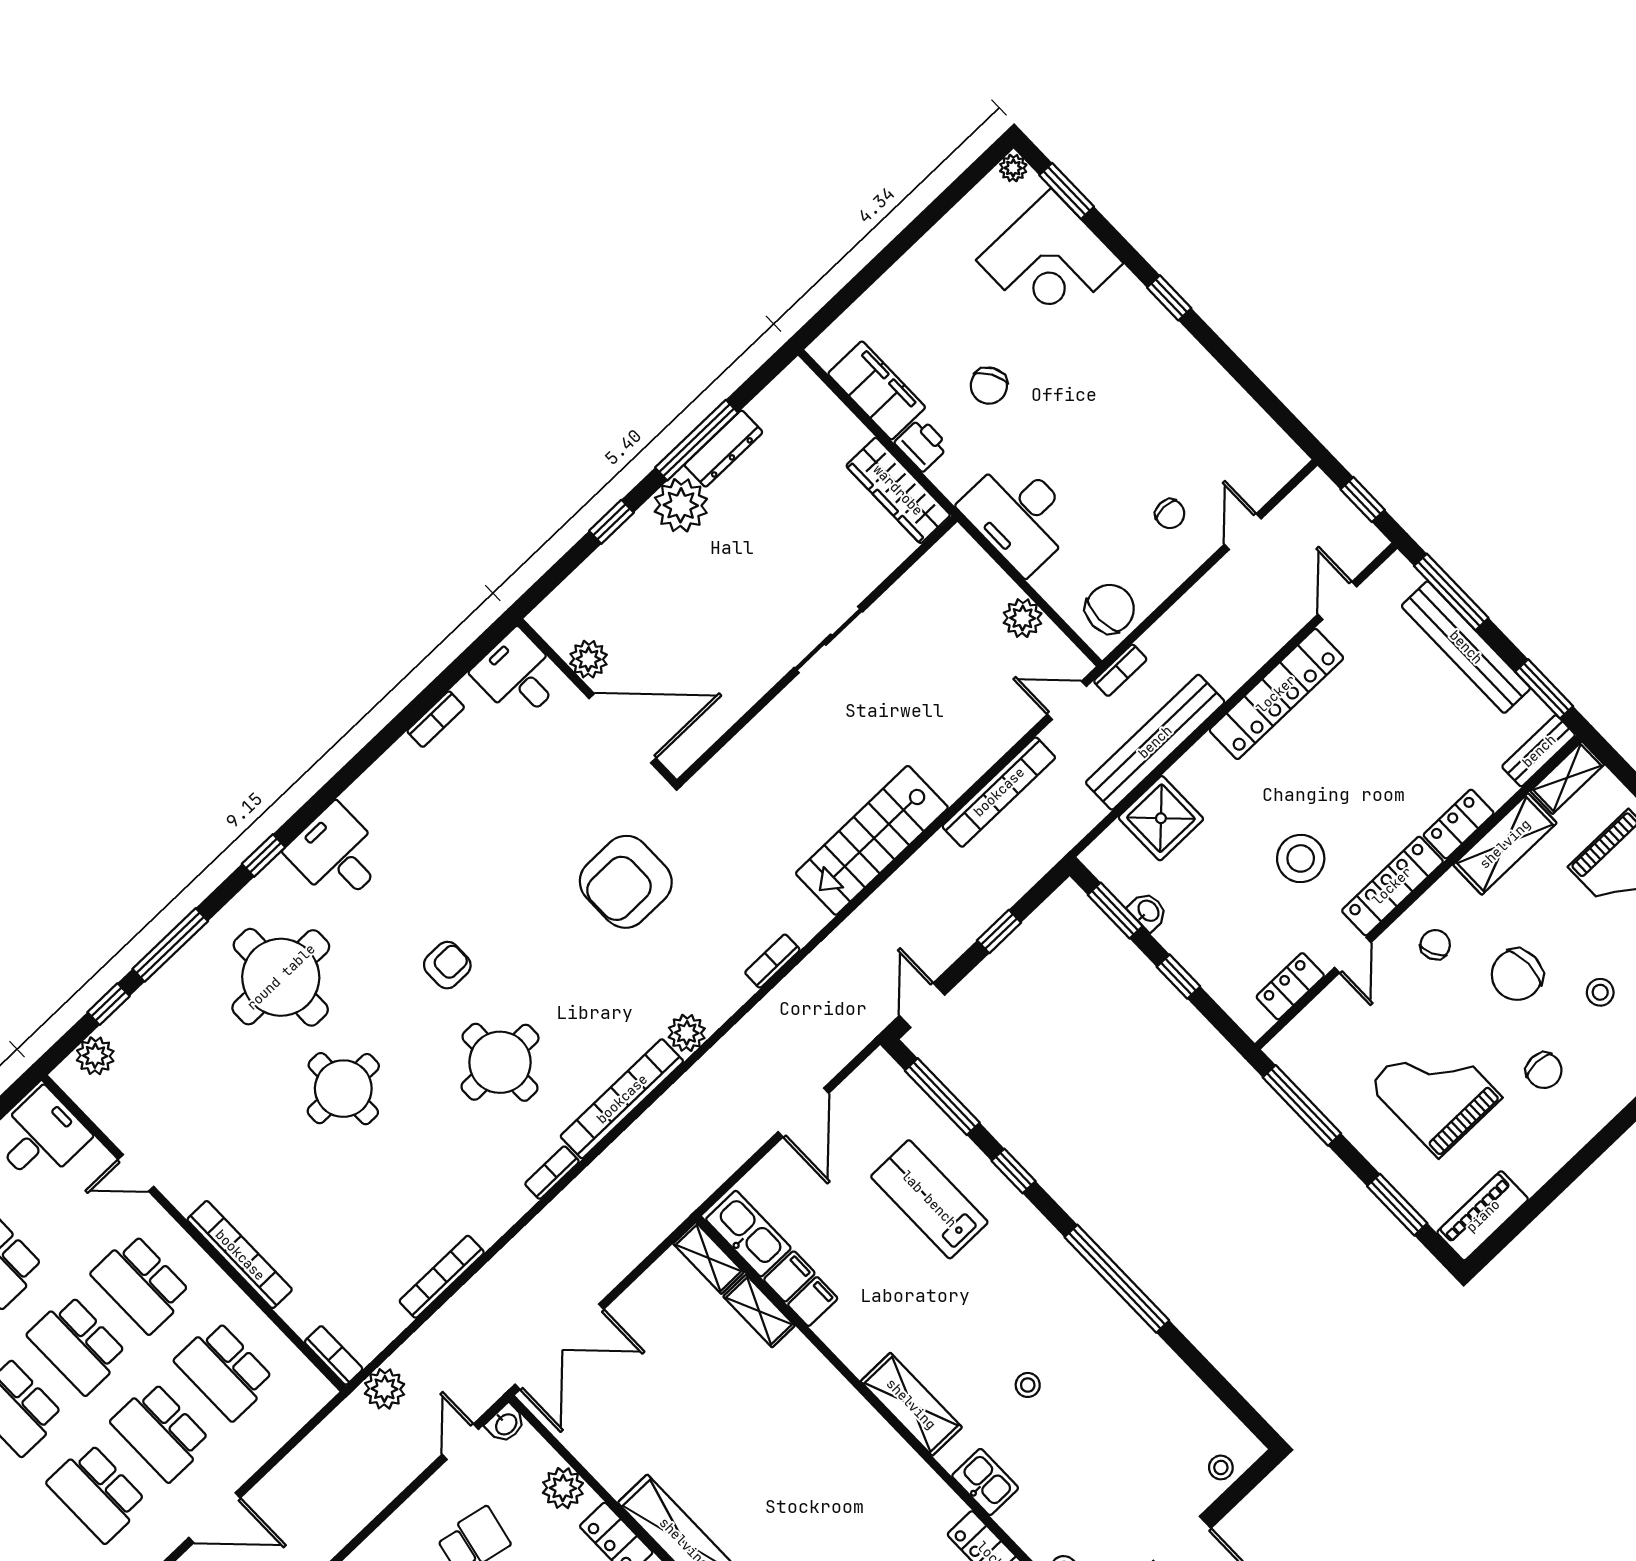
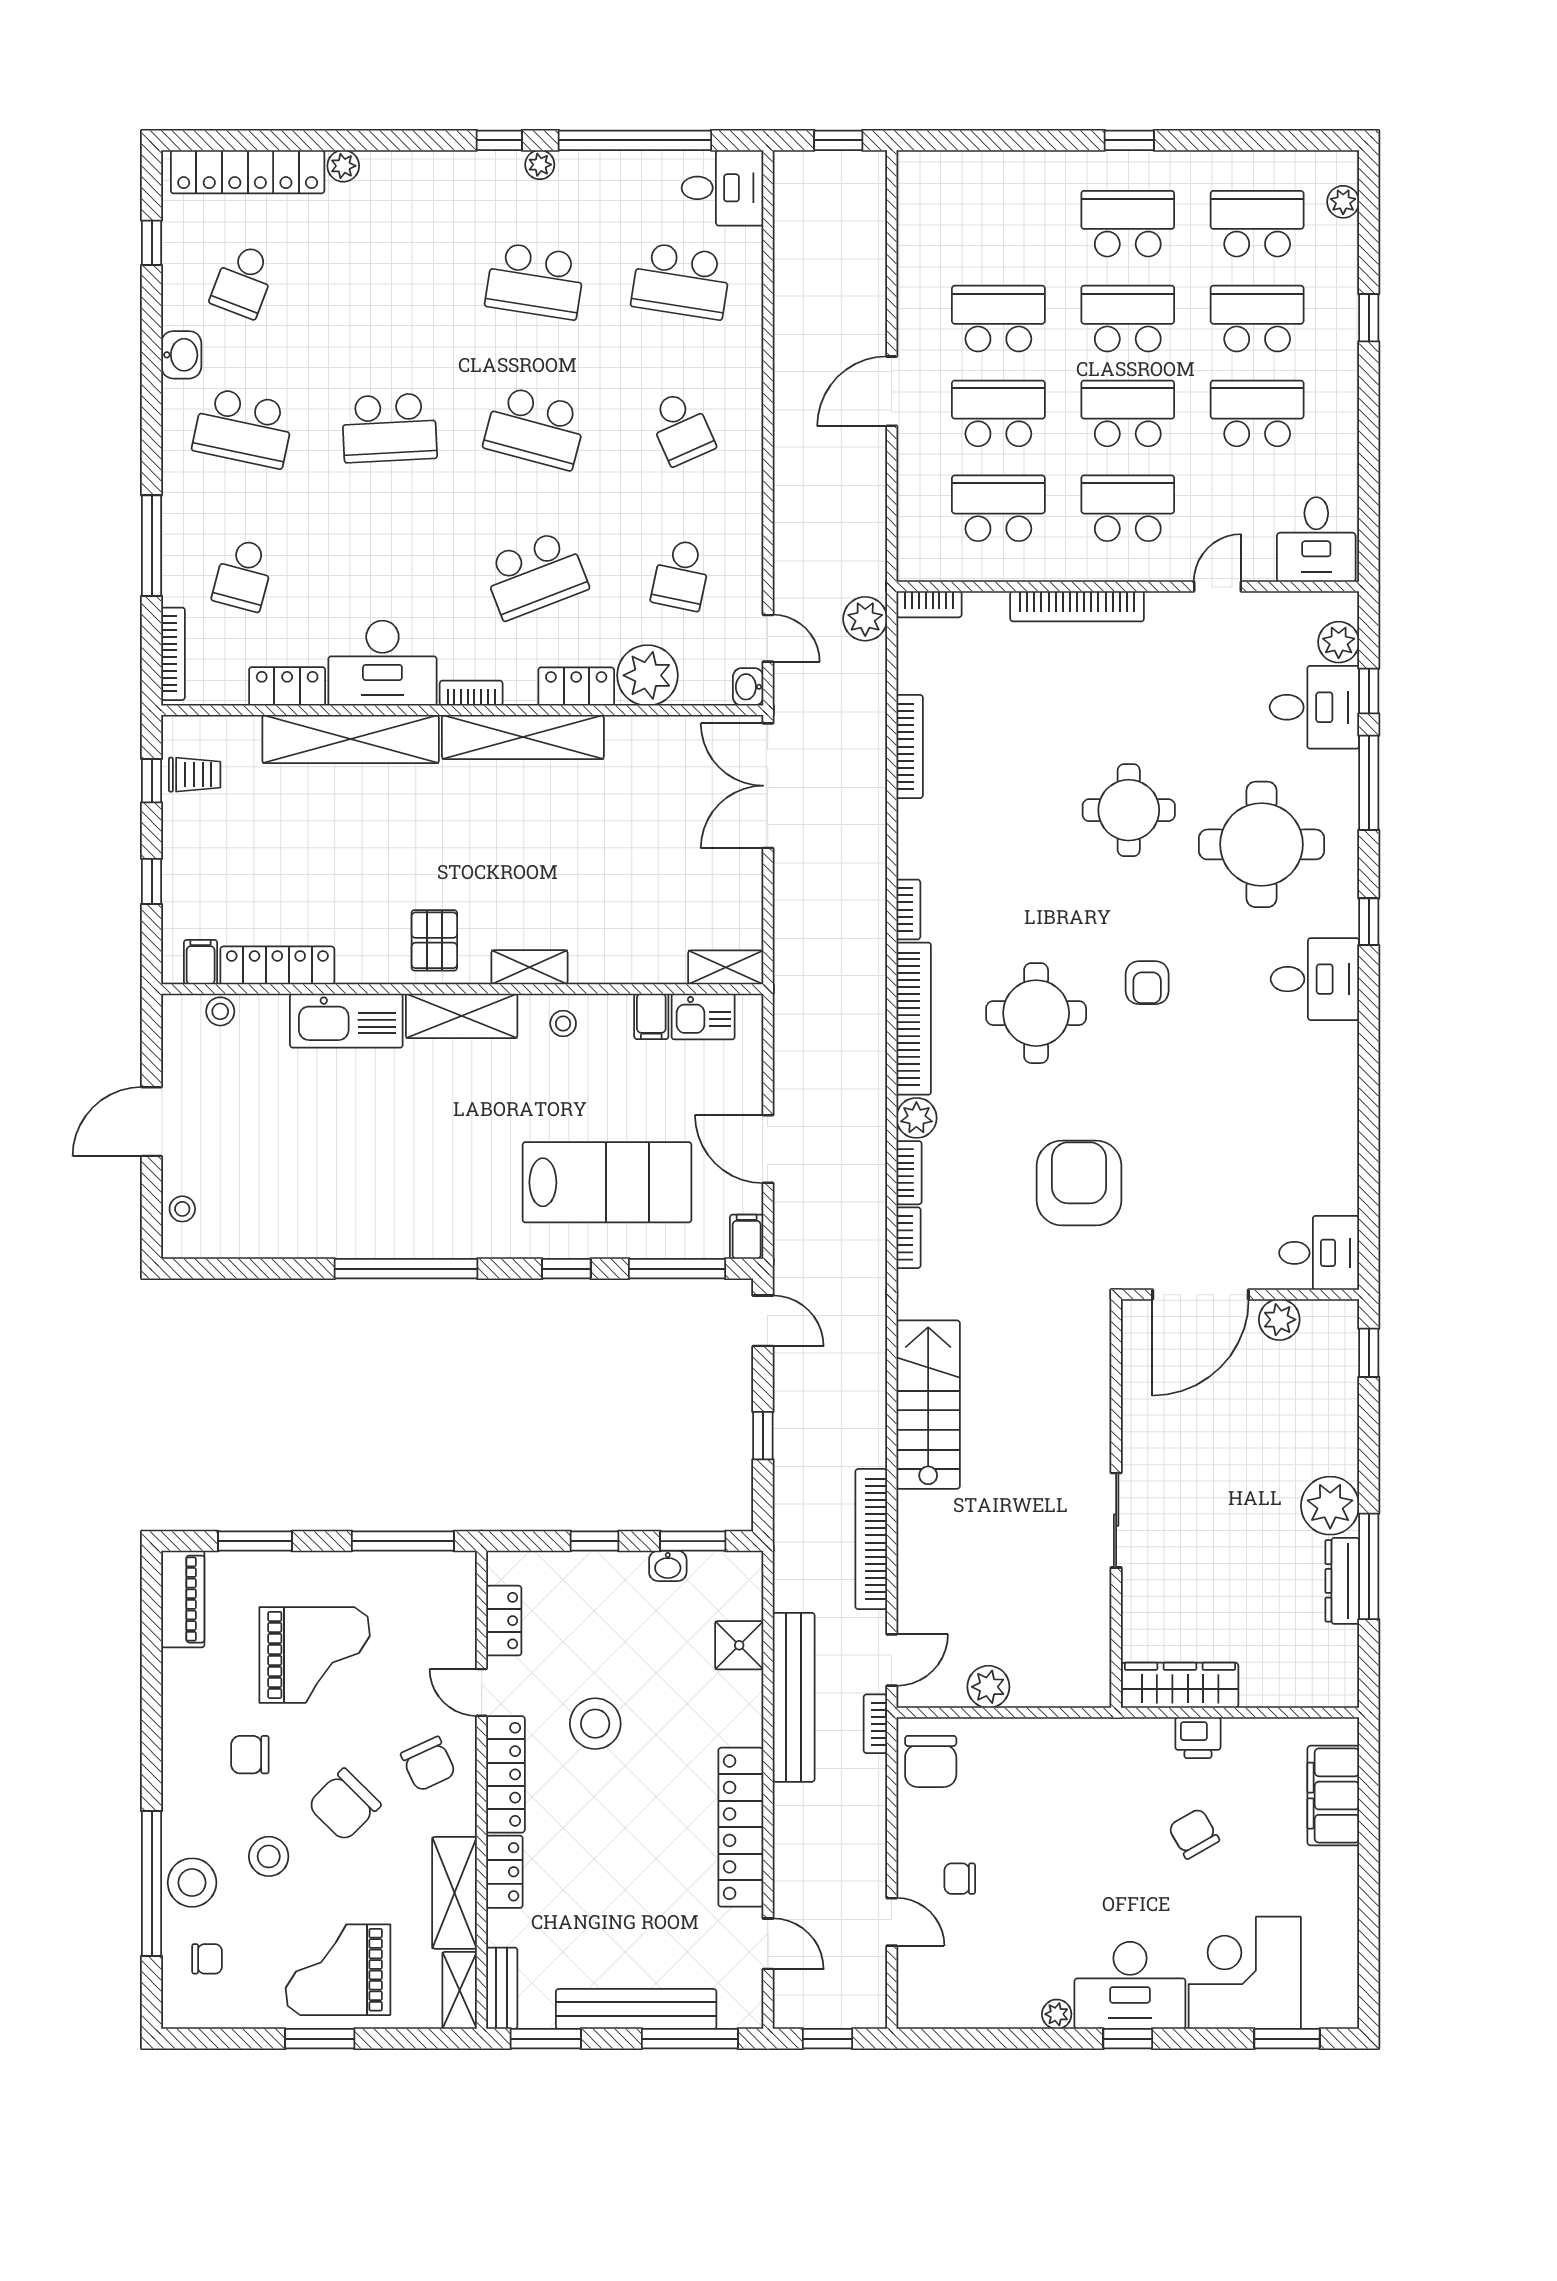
plant: (1013, 168) -> (1057, 2014), moved
filing cabinet: (877, 390) -> (1333, 1796), moved, turned 90
desk: (1019, 515) -> (1130, 1985), moved, turned 180
window: (611, 522) -> (1369, 1353), moved
bookcase: (436, 719) -> (909, 1173), moved, turned 180
shower: (1161, 818) -> (739, 1645), width x0.73, depth x0.73
chair: (1435, 945) -> (428, 1764), width x1.37, depth x1.37
chair: (1517, 975) -> (344, 1805), turned -135
stool: (1600, 992) -> (269, 1856), width x1.37, depth x1.37
desk: (154, 1030) -> (1314, 707), added
round table: (500, 1062) -> (1036, 1013), moved
lab bench: (929, 1199) -> (607, 1182), width x1.36, depth x1.39
kitchen sink: (748, 1234) -> (703, 1016), width x0.73
filing cabinet: (813, 1302) -> (747, 1237), moved, turned 180
shelving: (759, 1311) -> (529, 967), moved
stool: (1028, 1385) -> (563, 1024), moved
pallet: (878, 1471) -> (434, 940), added
kitchen sink: (985, 1482) -> (346, 1021), width x1.88, depth x1.24
plant: (563, 1488) -> (648, 675), width x1.36, depth x1.36

